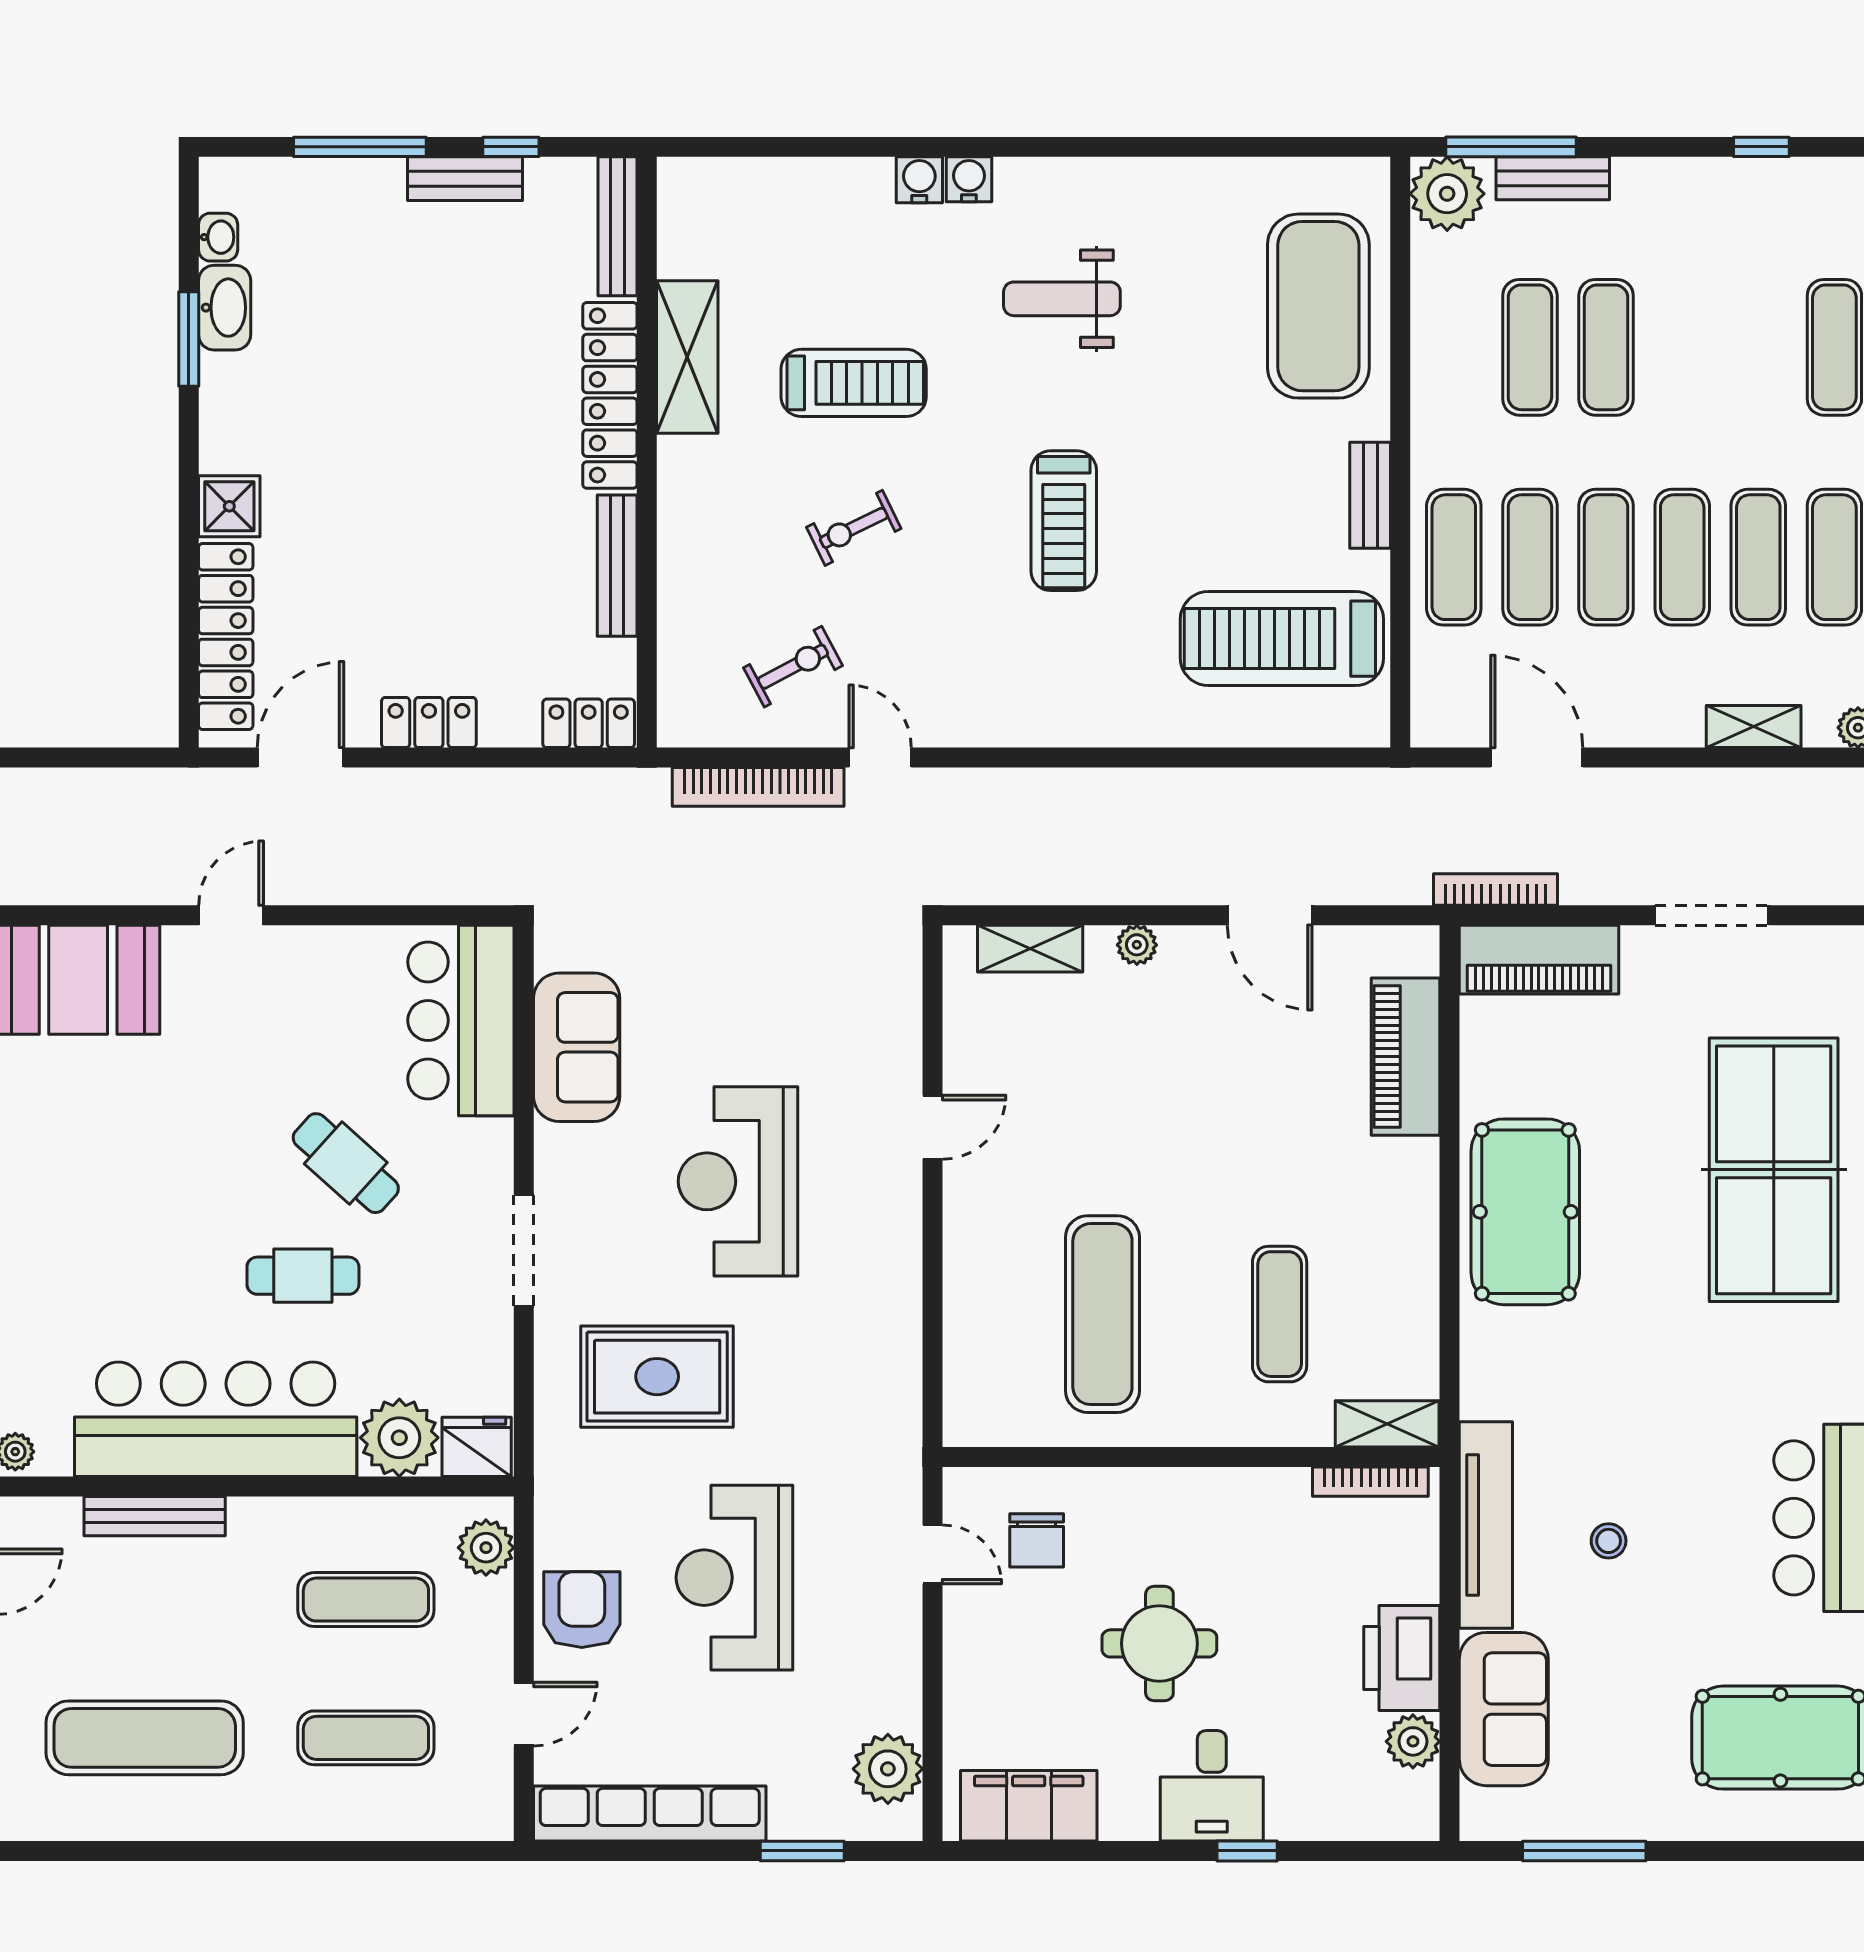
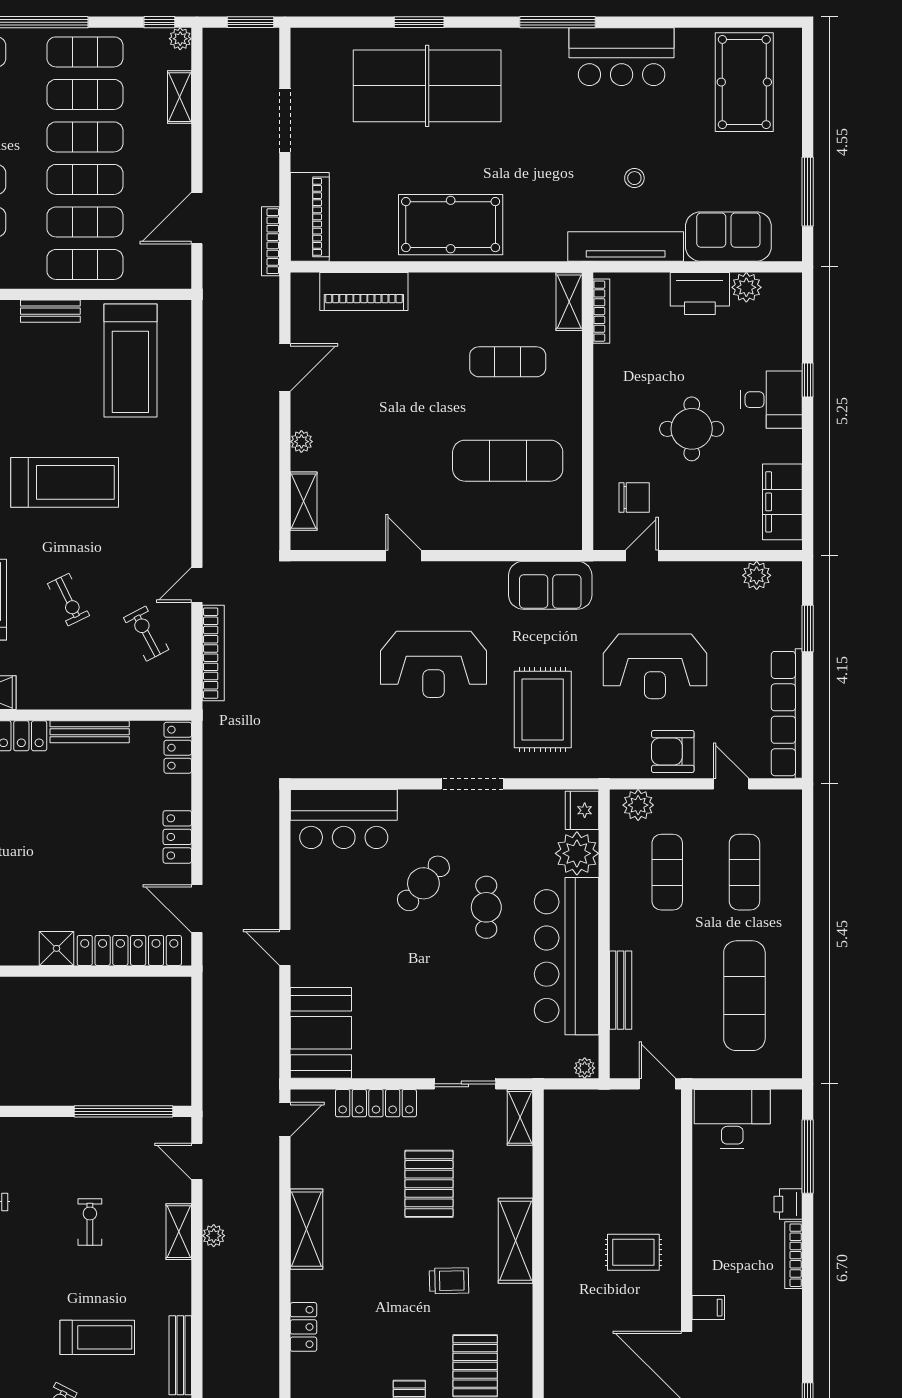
treadmill: (1064, 521) -> (65, 482), width x1.37, depth x1.38
sofa: (577, 1047) -> (550, 585), moved, turned 180
plant: (888, 1769) -> (757, 575), width x0.73, depth x0.73

